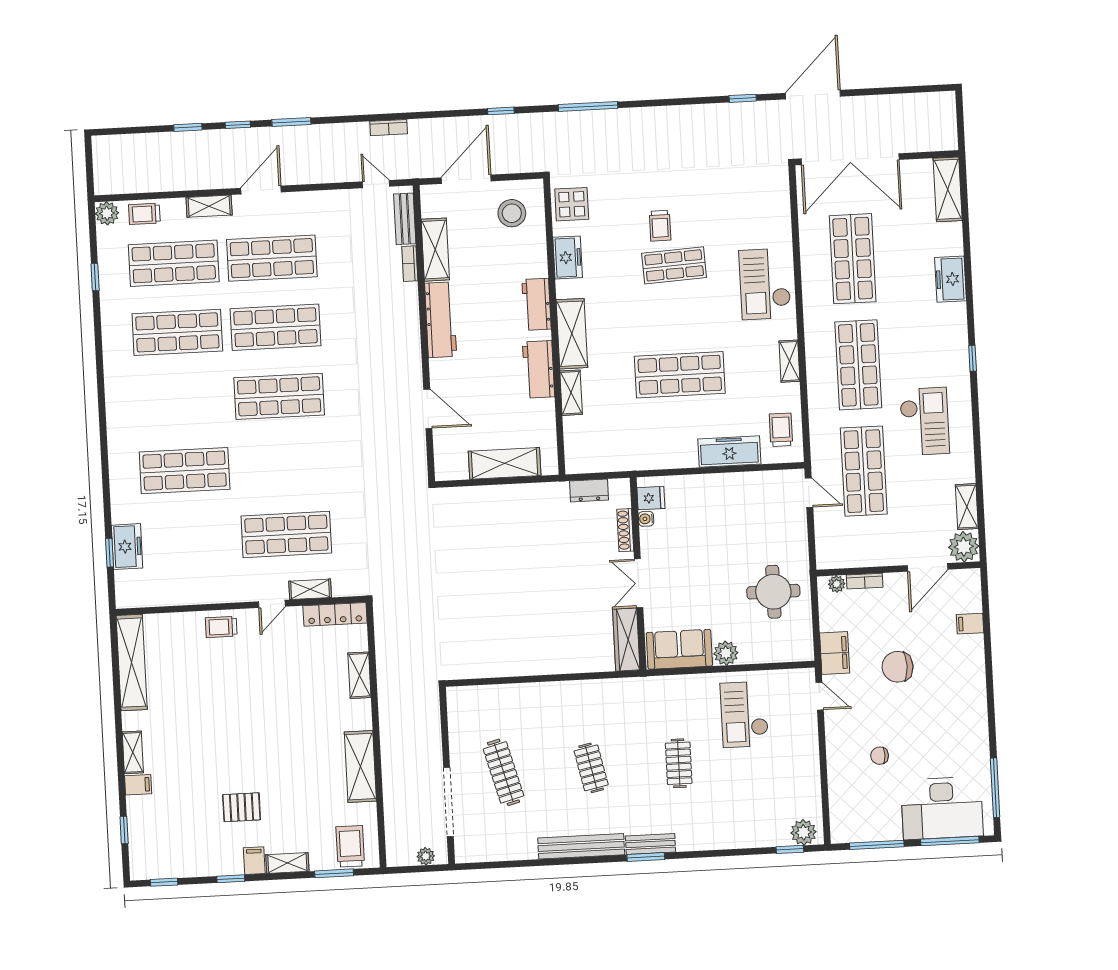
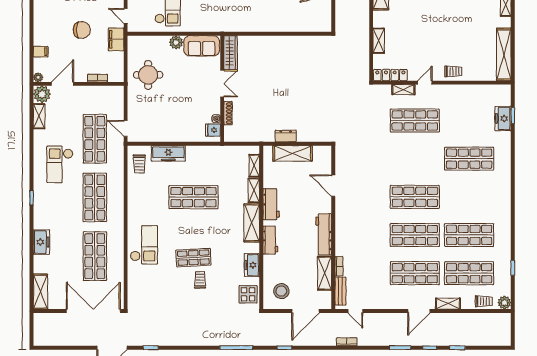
shelving: (789, 361) -> (254, 166), moved
dresser: (589, 490) -> (286, 136), moved
plant: (837, 584) -> (38, 77), moved

